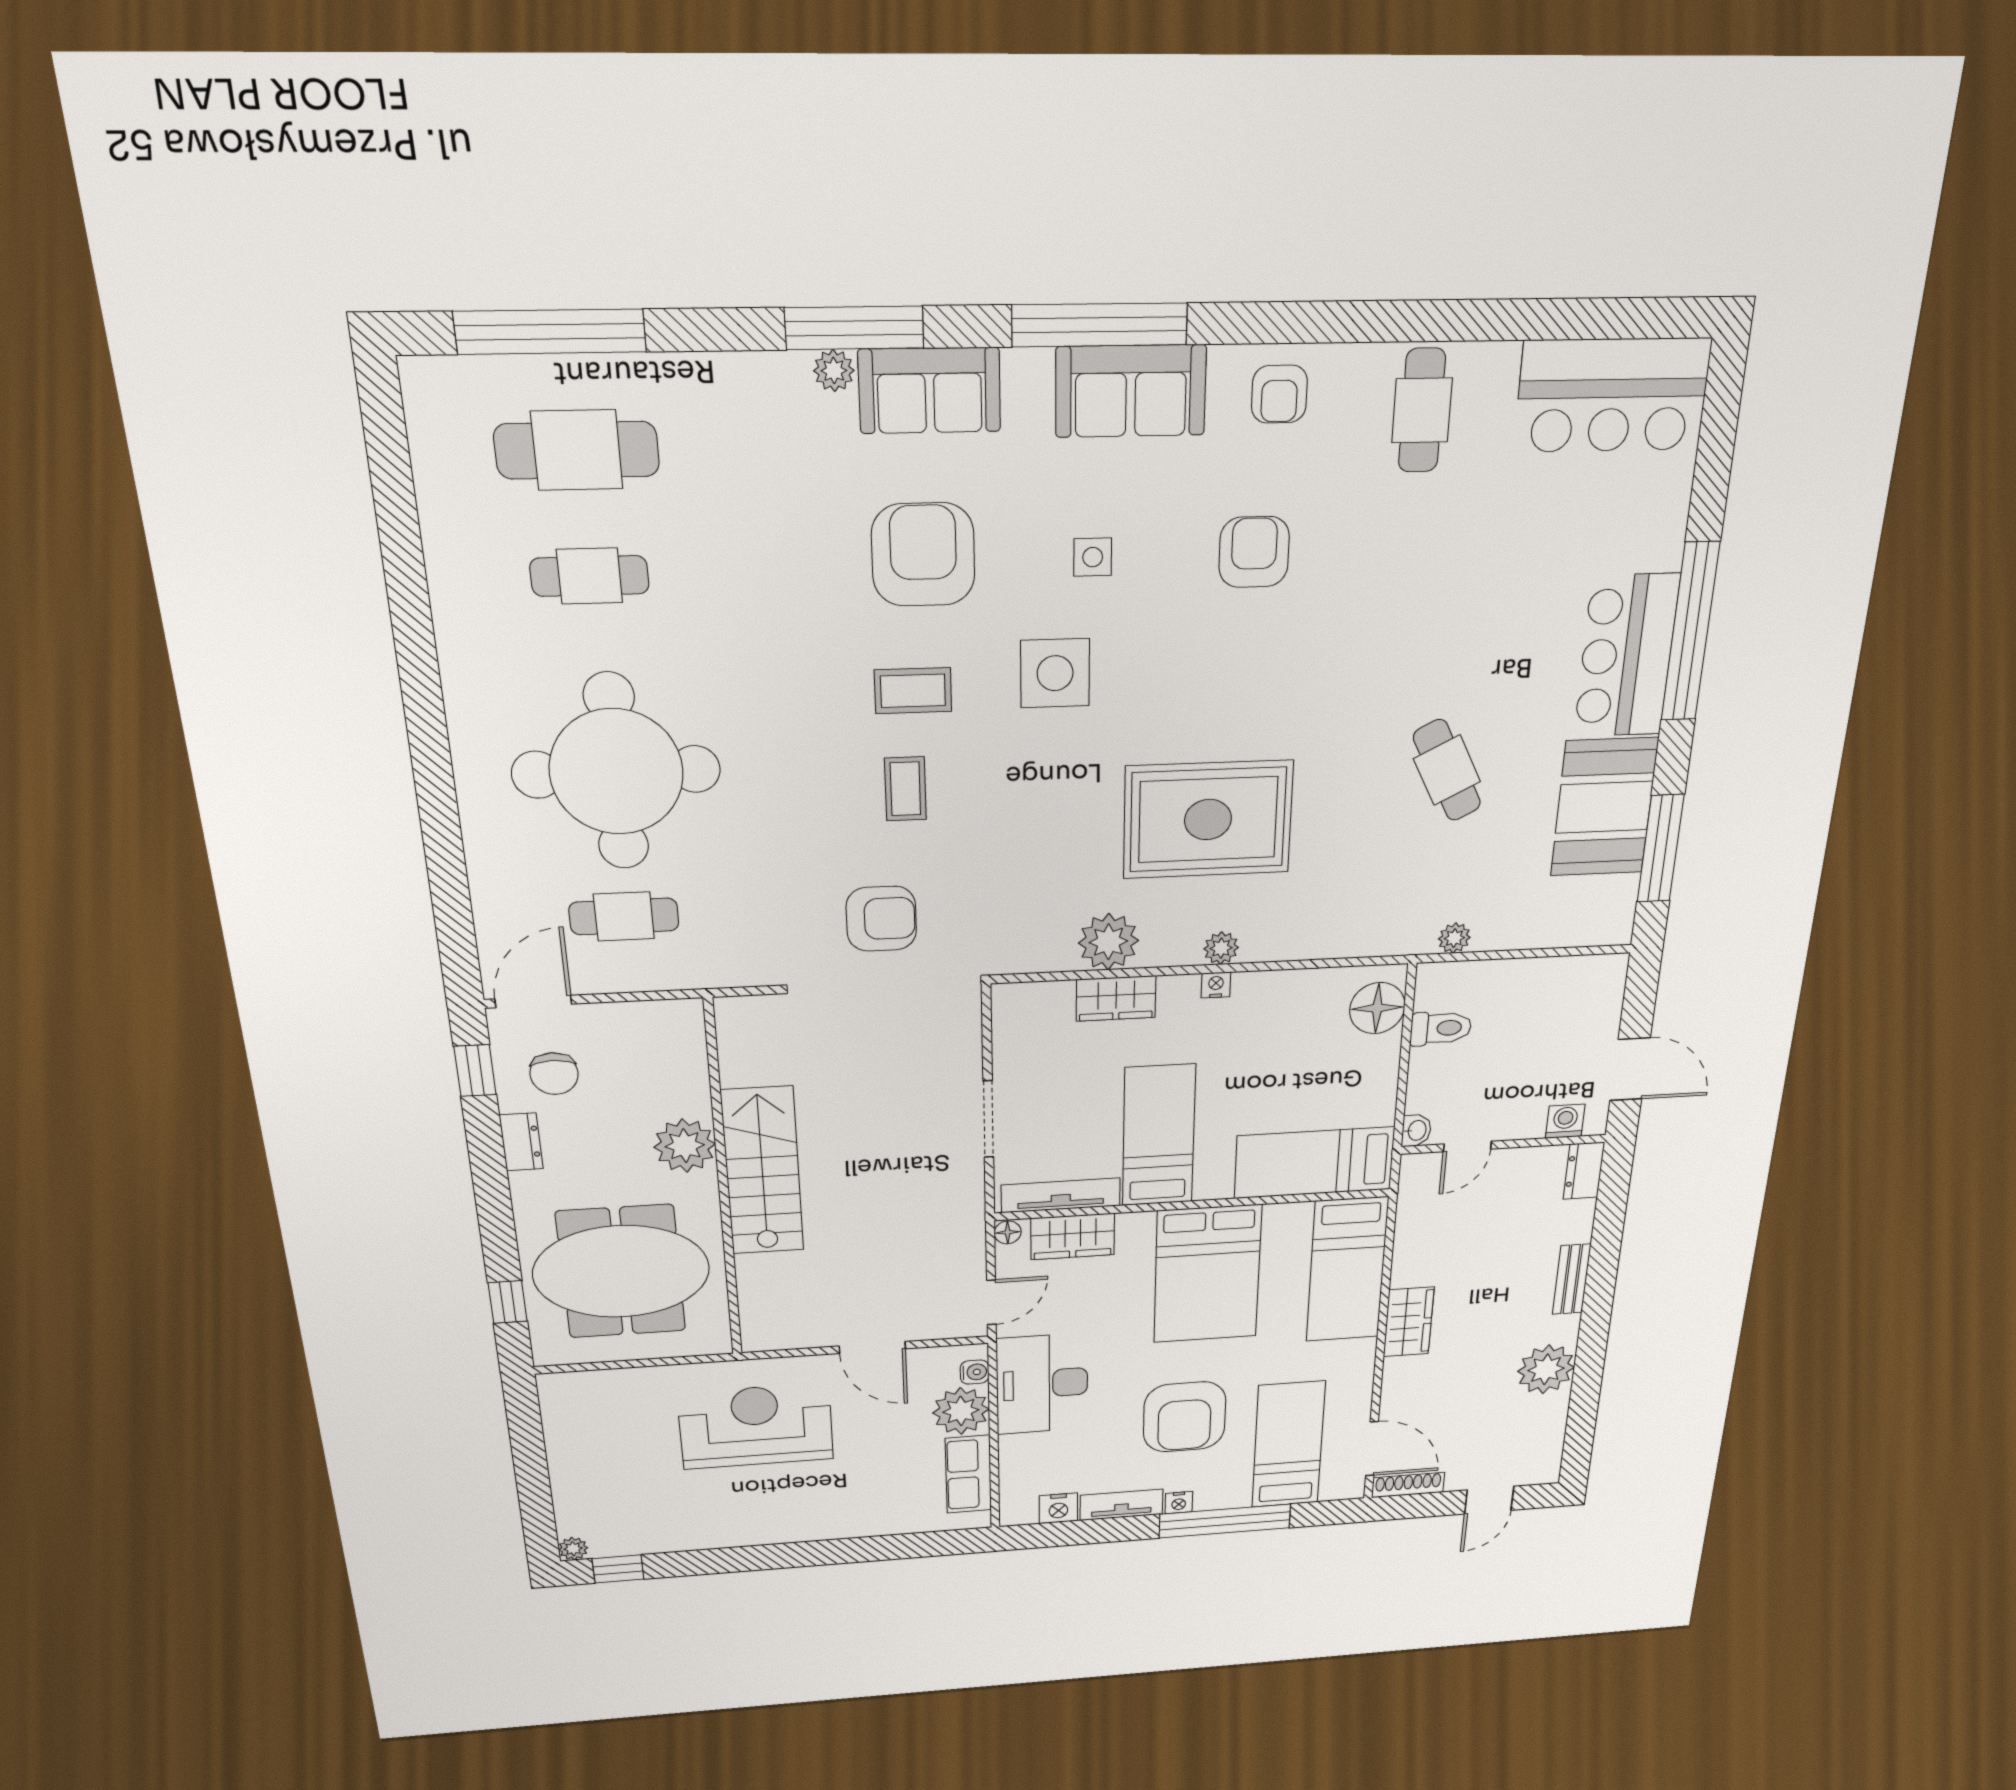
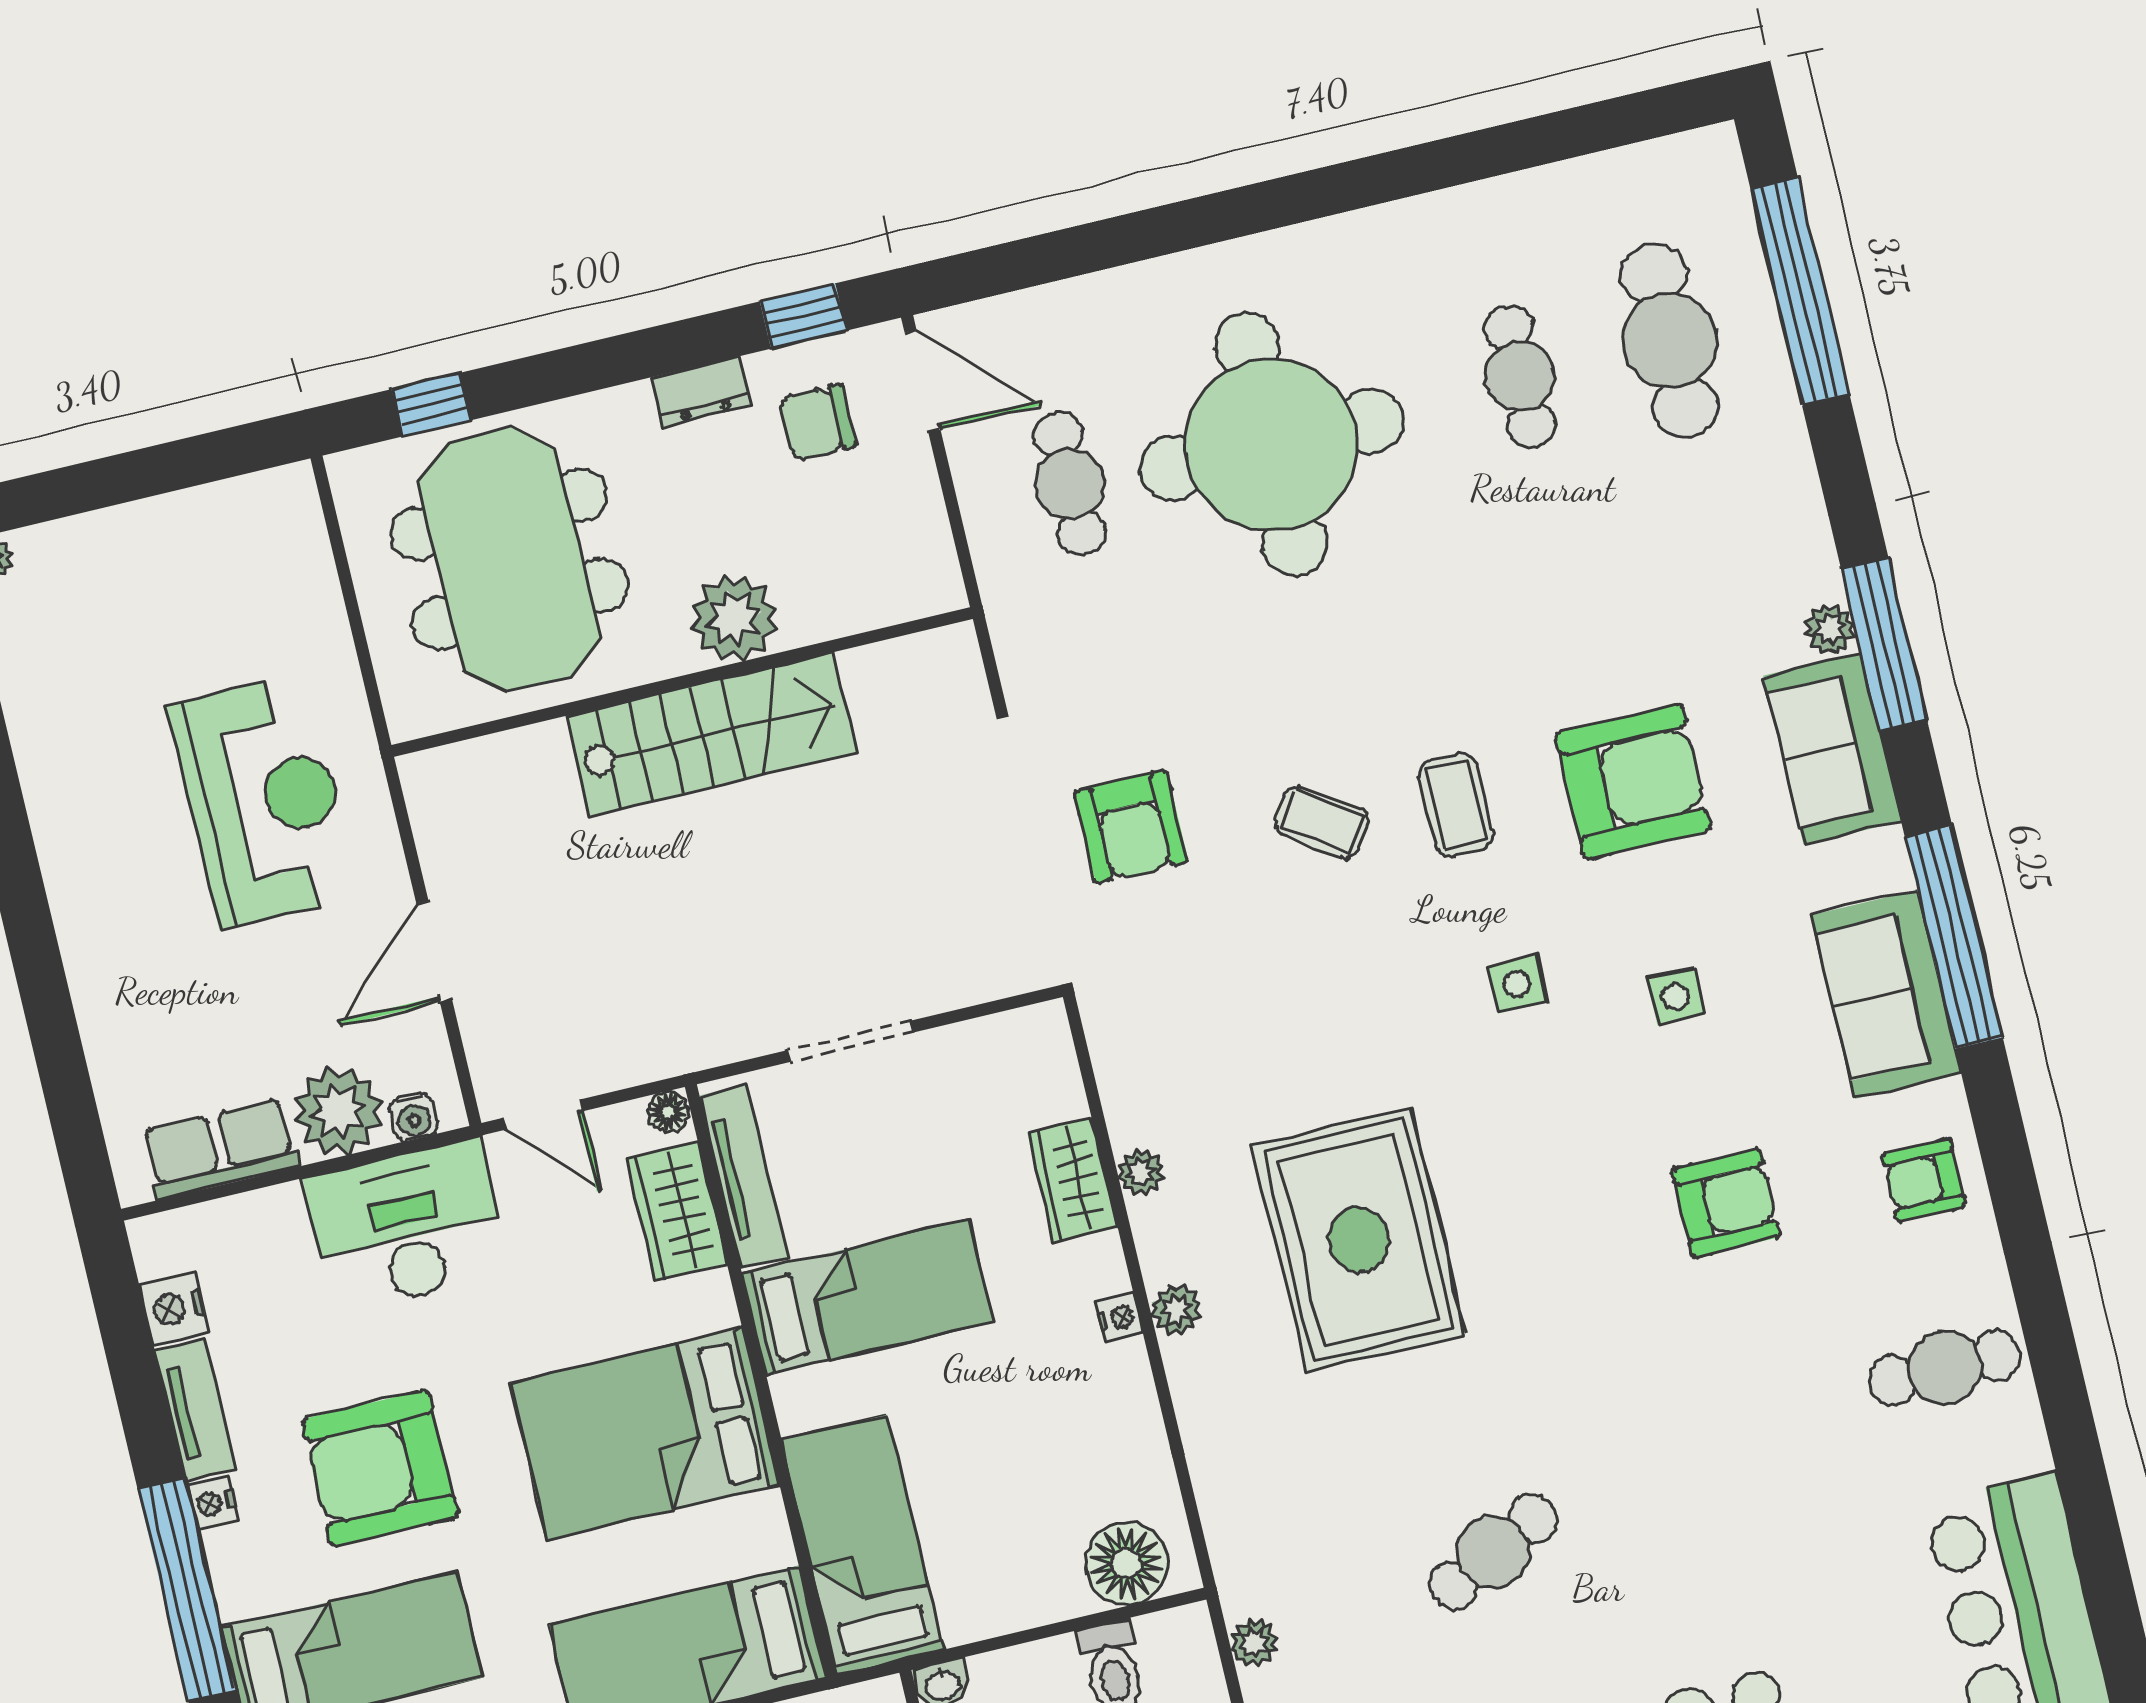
side table: (1055, 673) -> (1517, 984), width x0.54, depth x0.54
coffee table: (905, 789) -> (1322, 822), turned 33
plant: (1108, 942) -> (1141, 1172), width x0.53, depth x0.53

